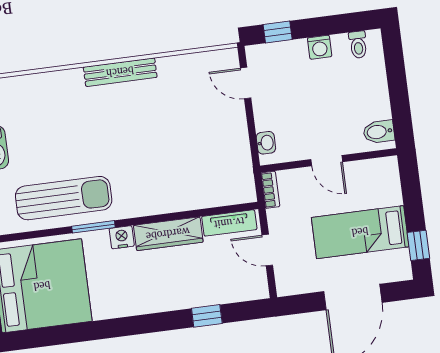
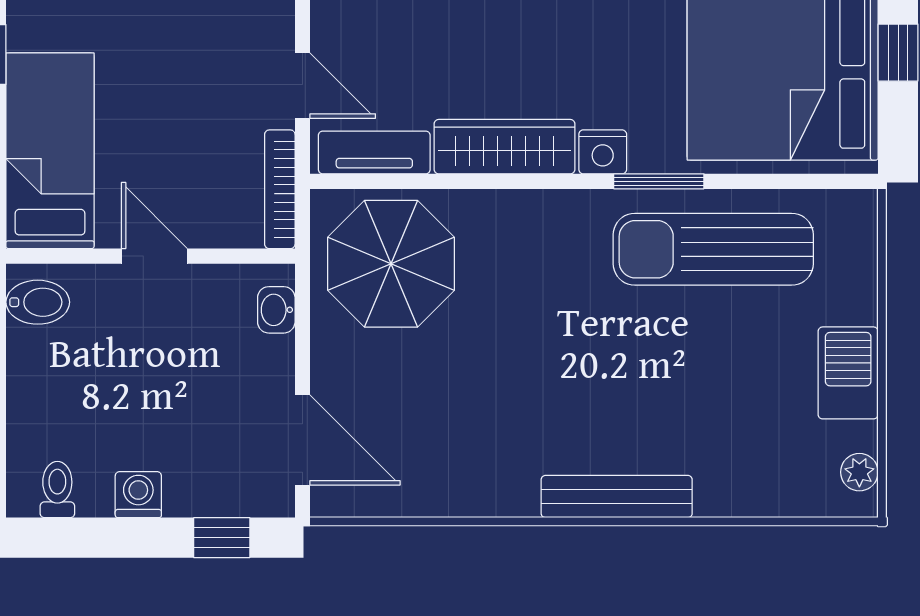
bench: (120, 72) -> (617, 497), moved
door: (246, 83) -> (302, 440), width x1.38
parasol: (215, 171) -> (391, 264), added
bookcase: (270, 190) -> (280, 189), width x1.56
bed: (360, 232) -> (50, 151), moved, turned -90

